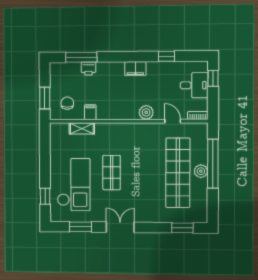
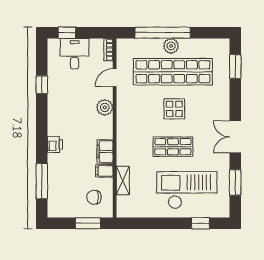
printer: (88, 69) -> (55, 144), moved
filing cabinet: (135, 69) -> (105, 151), moved, turned 180
display table: (145, 174) -> (174, 109), added

